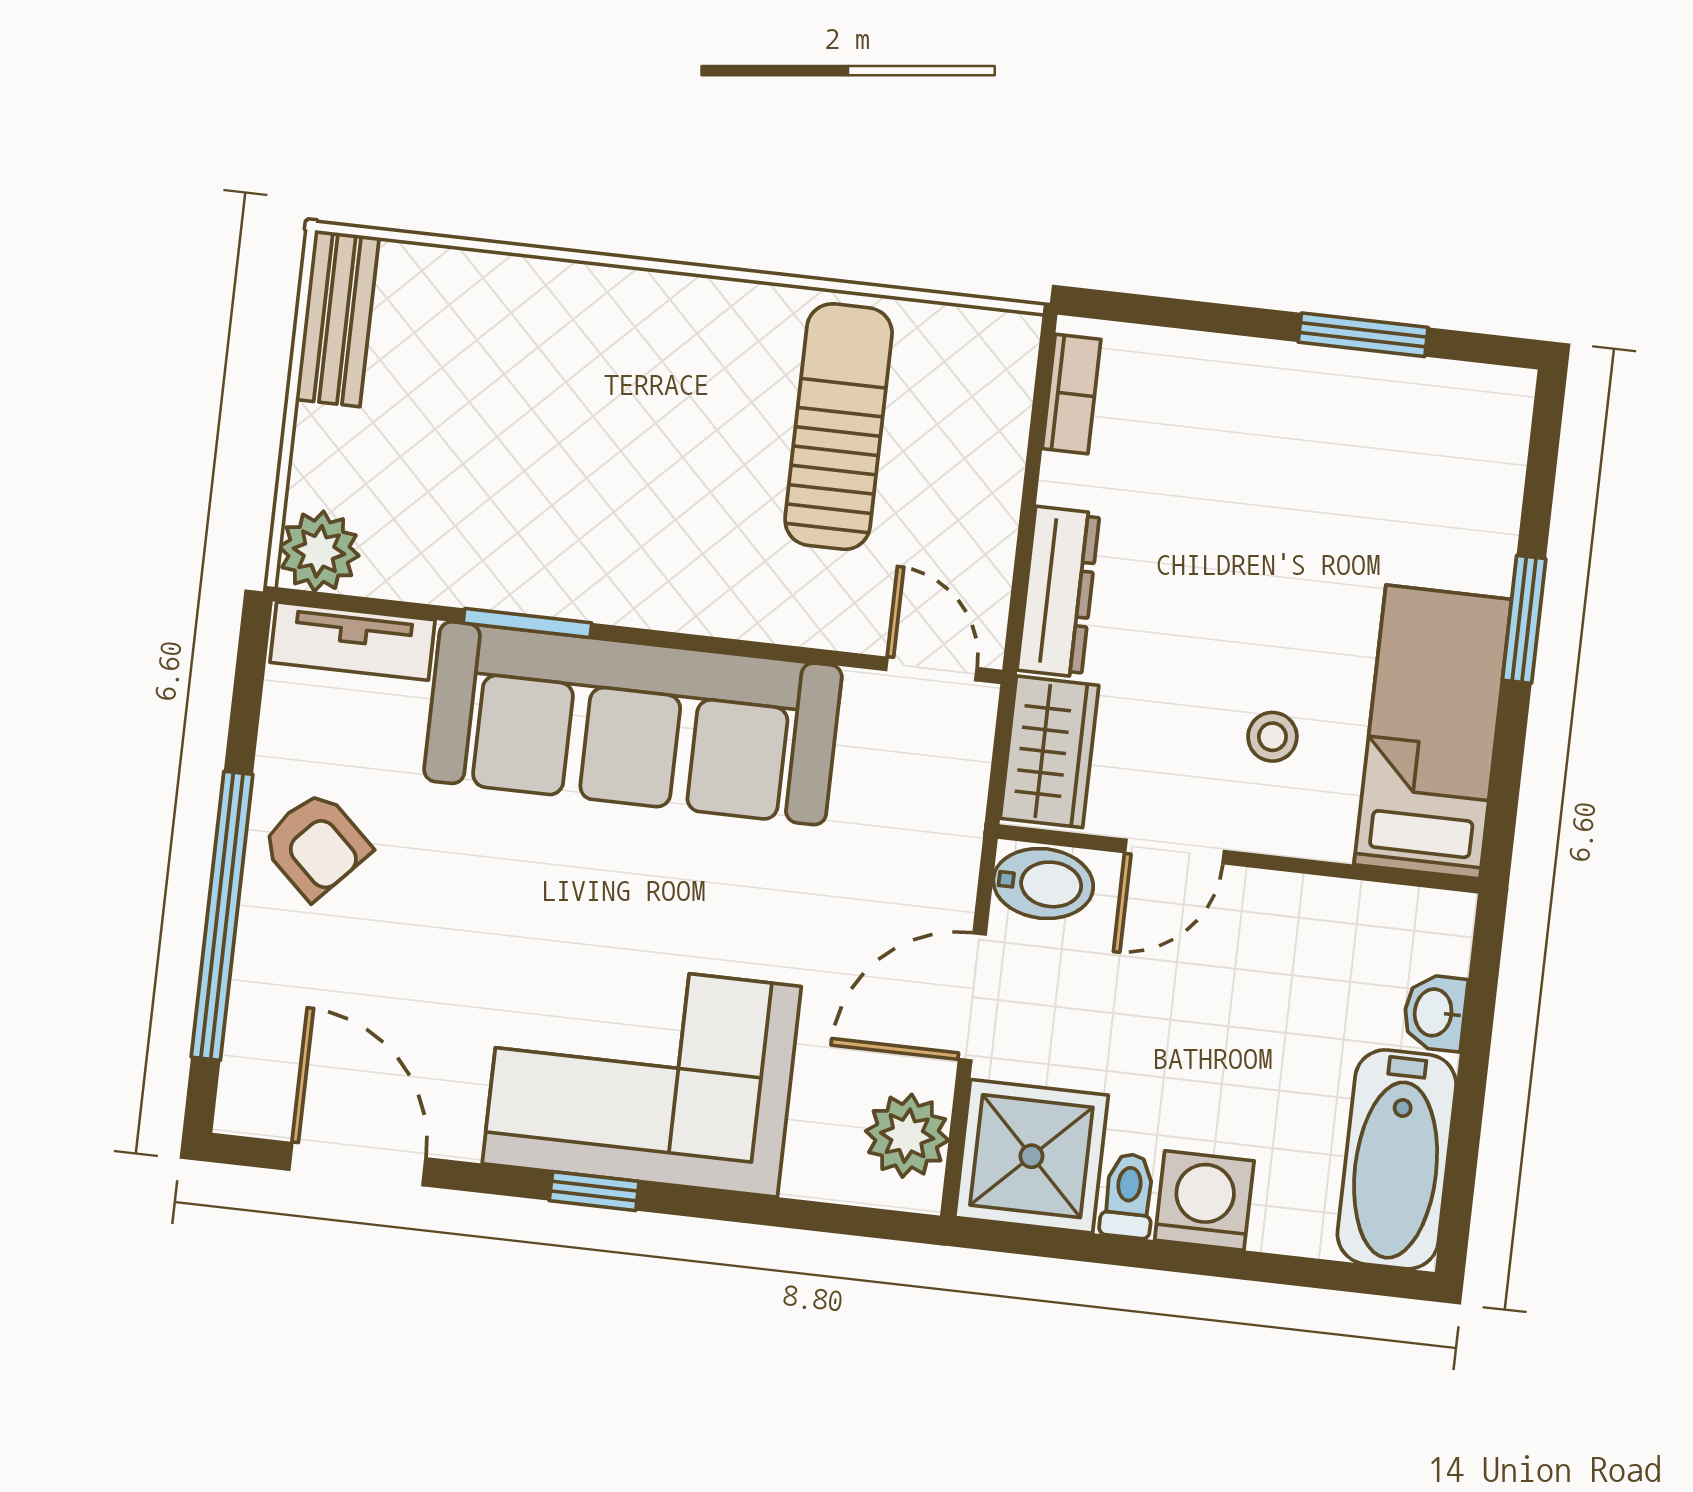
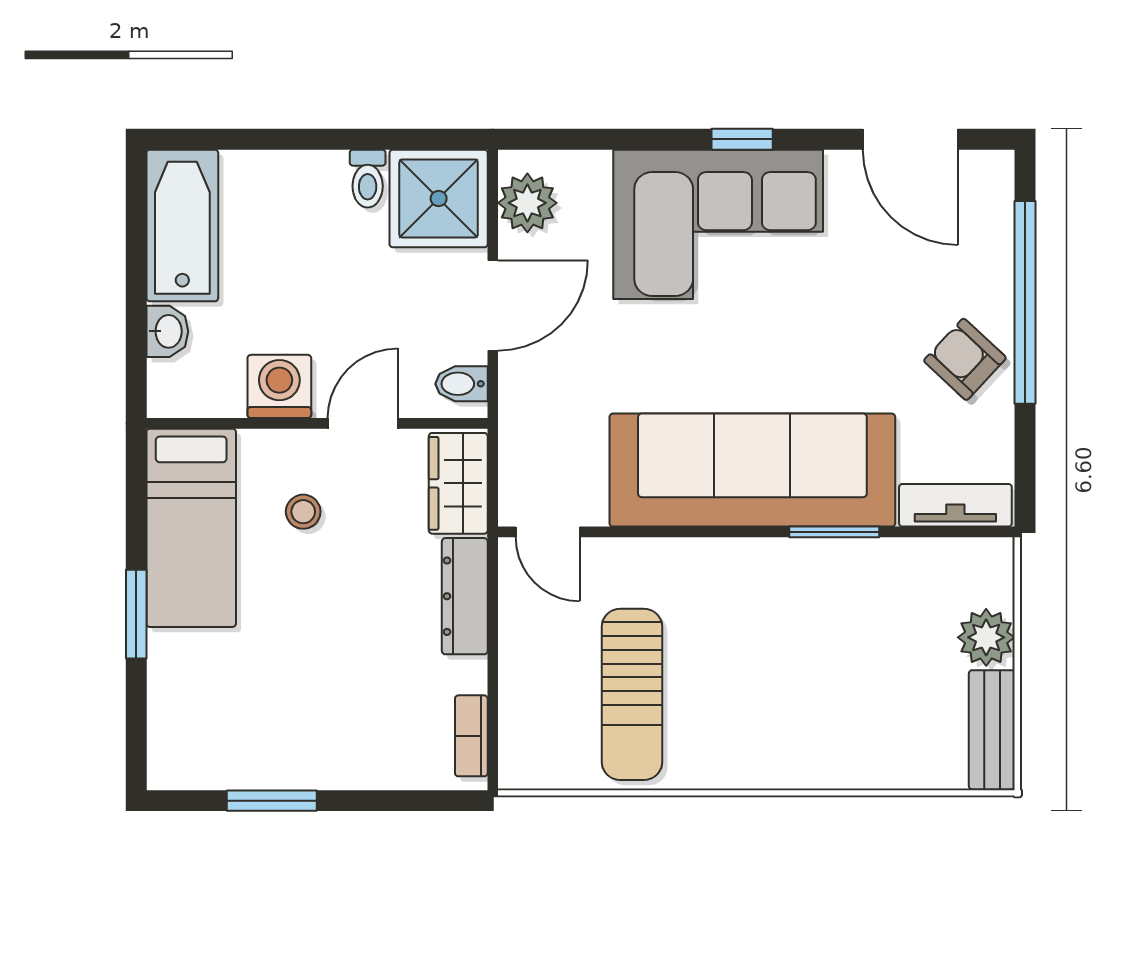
plant: (319, 551) -> (986, 637), moved
bidet: (1043, 883) -> (461, 384), width x0.72, depth x0.74
washing machine: (1204, 1200) -> (279, 386), moved, turned 180

